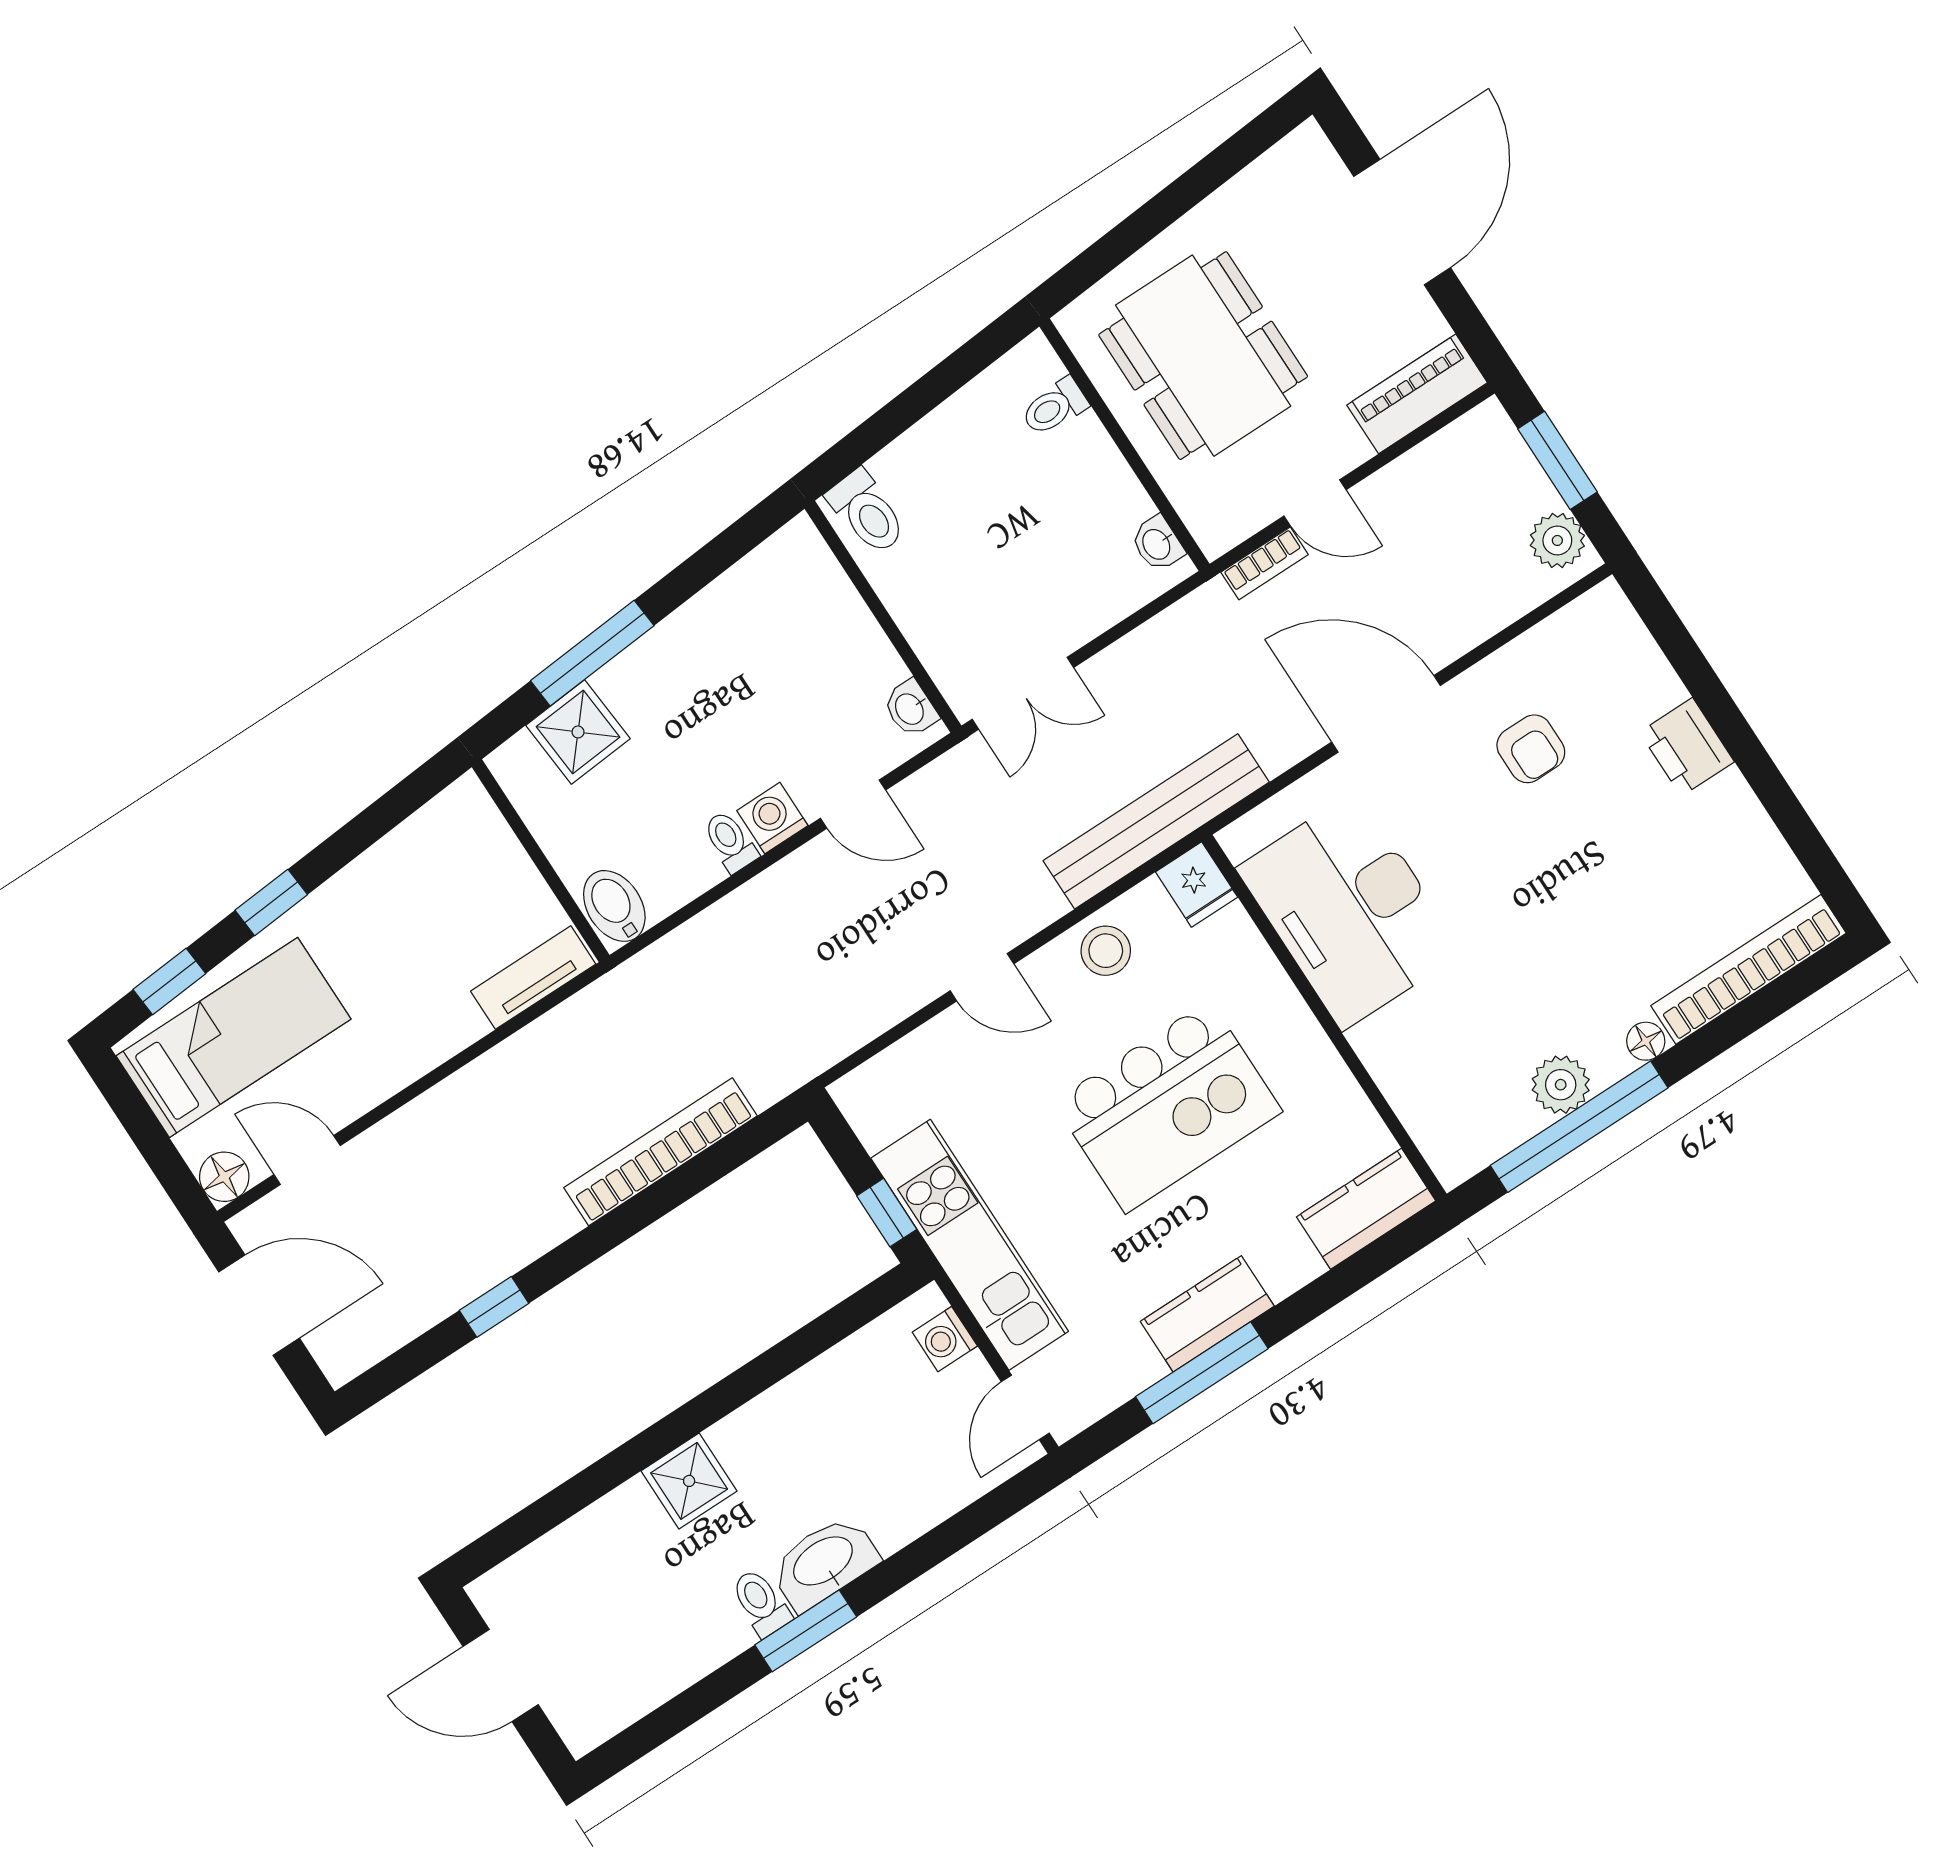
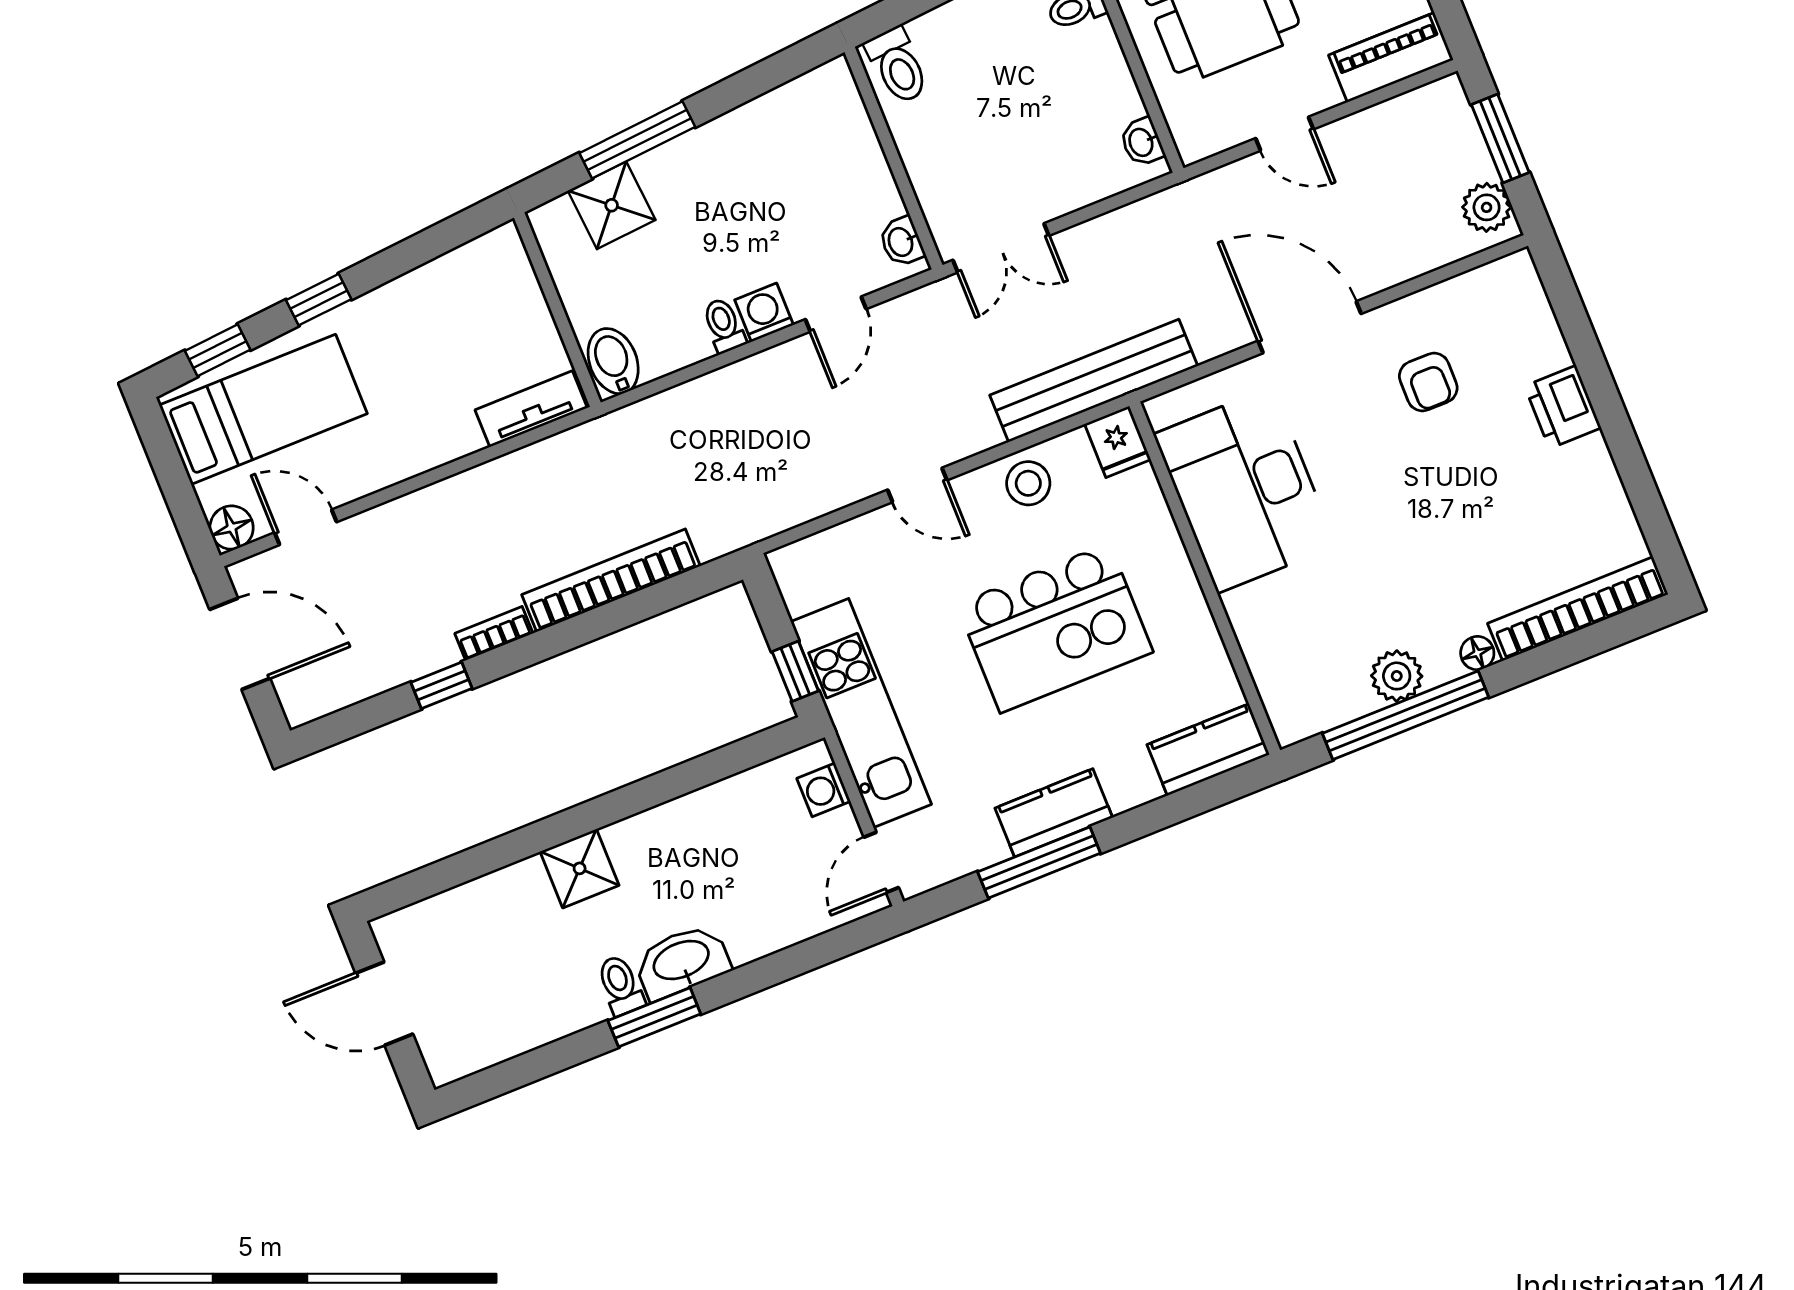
bookcase: (1265, 563) -> (494, 633), moved, turned 180
door: (853, 804) -> (836, 314), hinge flipped

